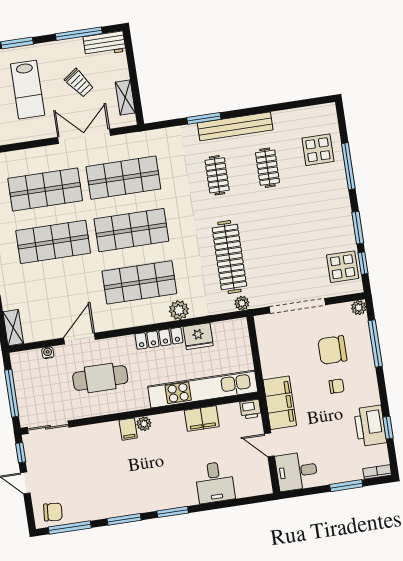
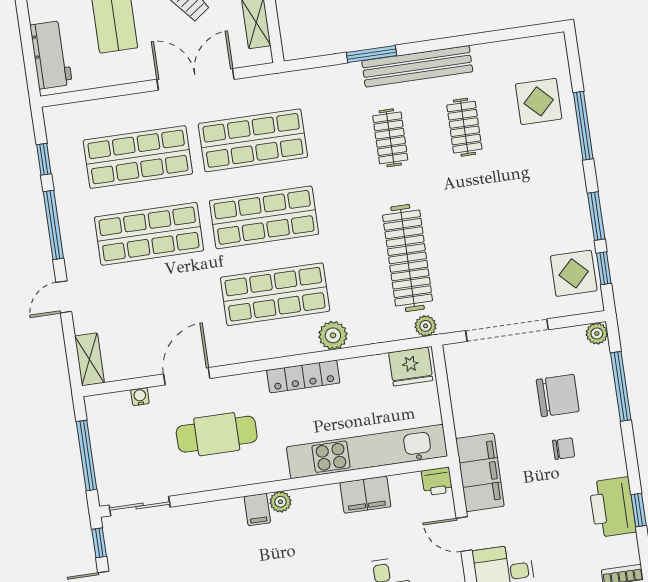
fridge: (198, 336) -> (411, 367), moved
chair: (332, 350) -> (558, 395), turned 180

